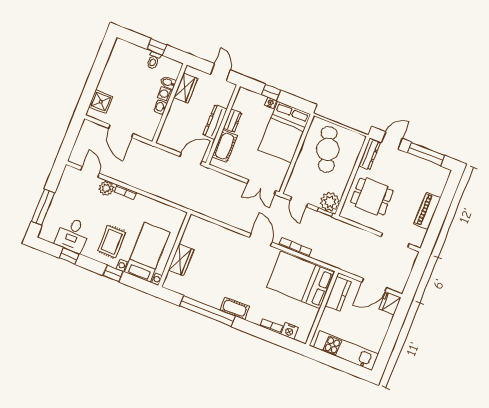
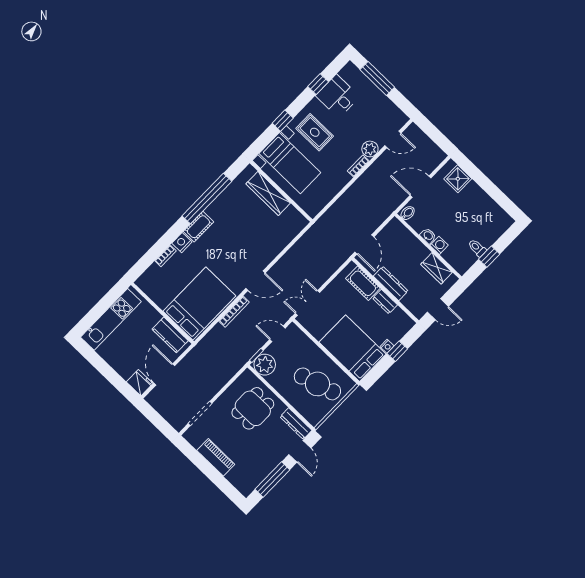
bidet: (168, 83) -> (408, 213), moved
wardrobe: (181, 260) -> (268, 193), width x1.50
nightstand: (290, 331) -> (182, 243), moved

